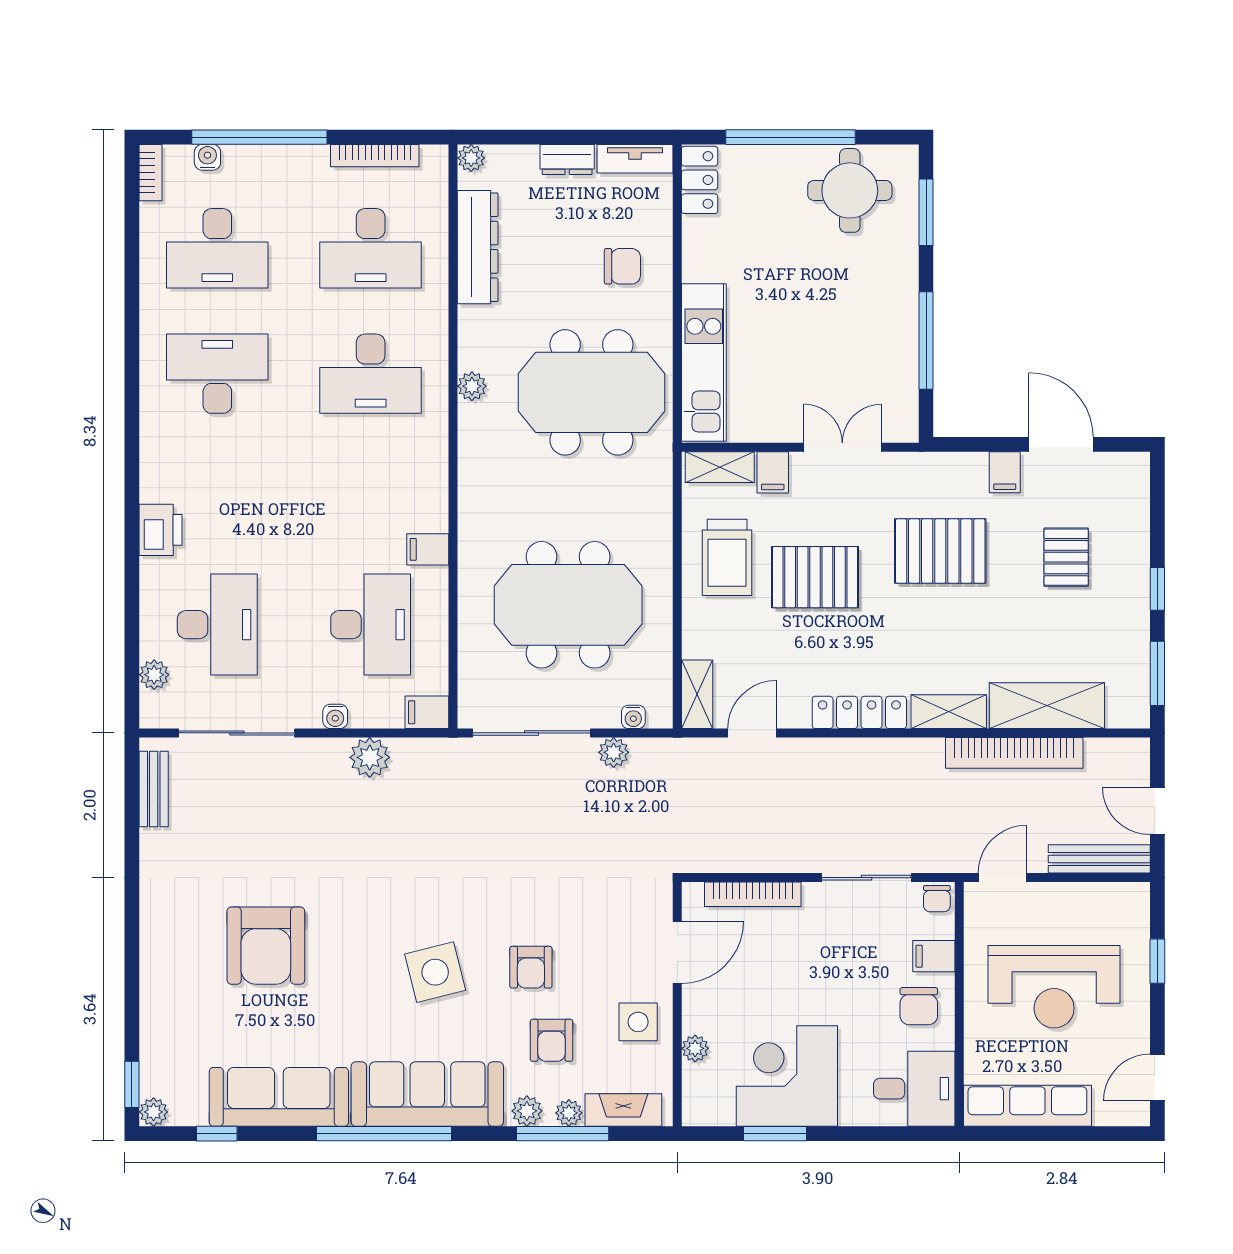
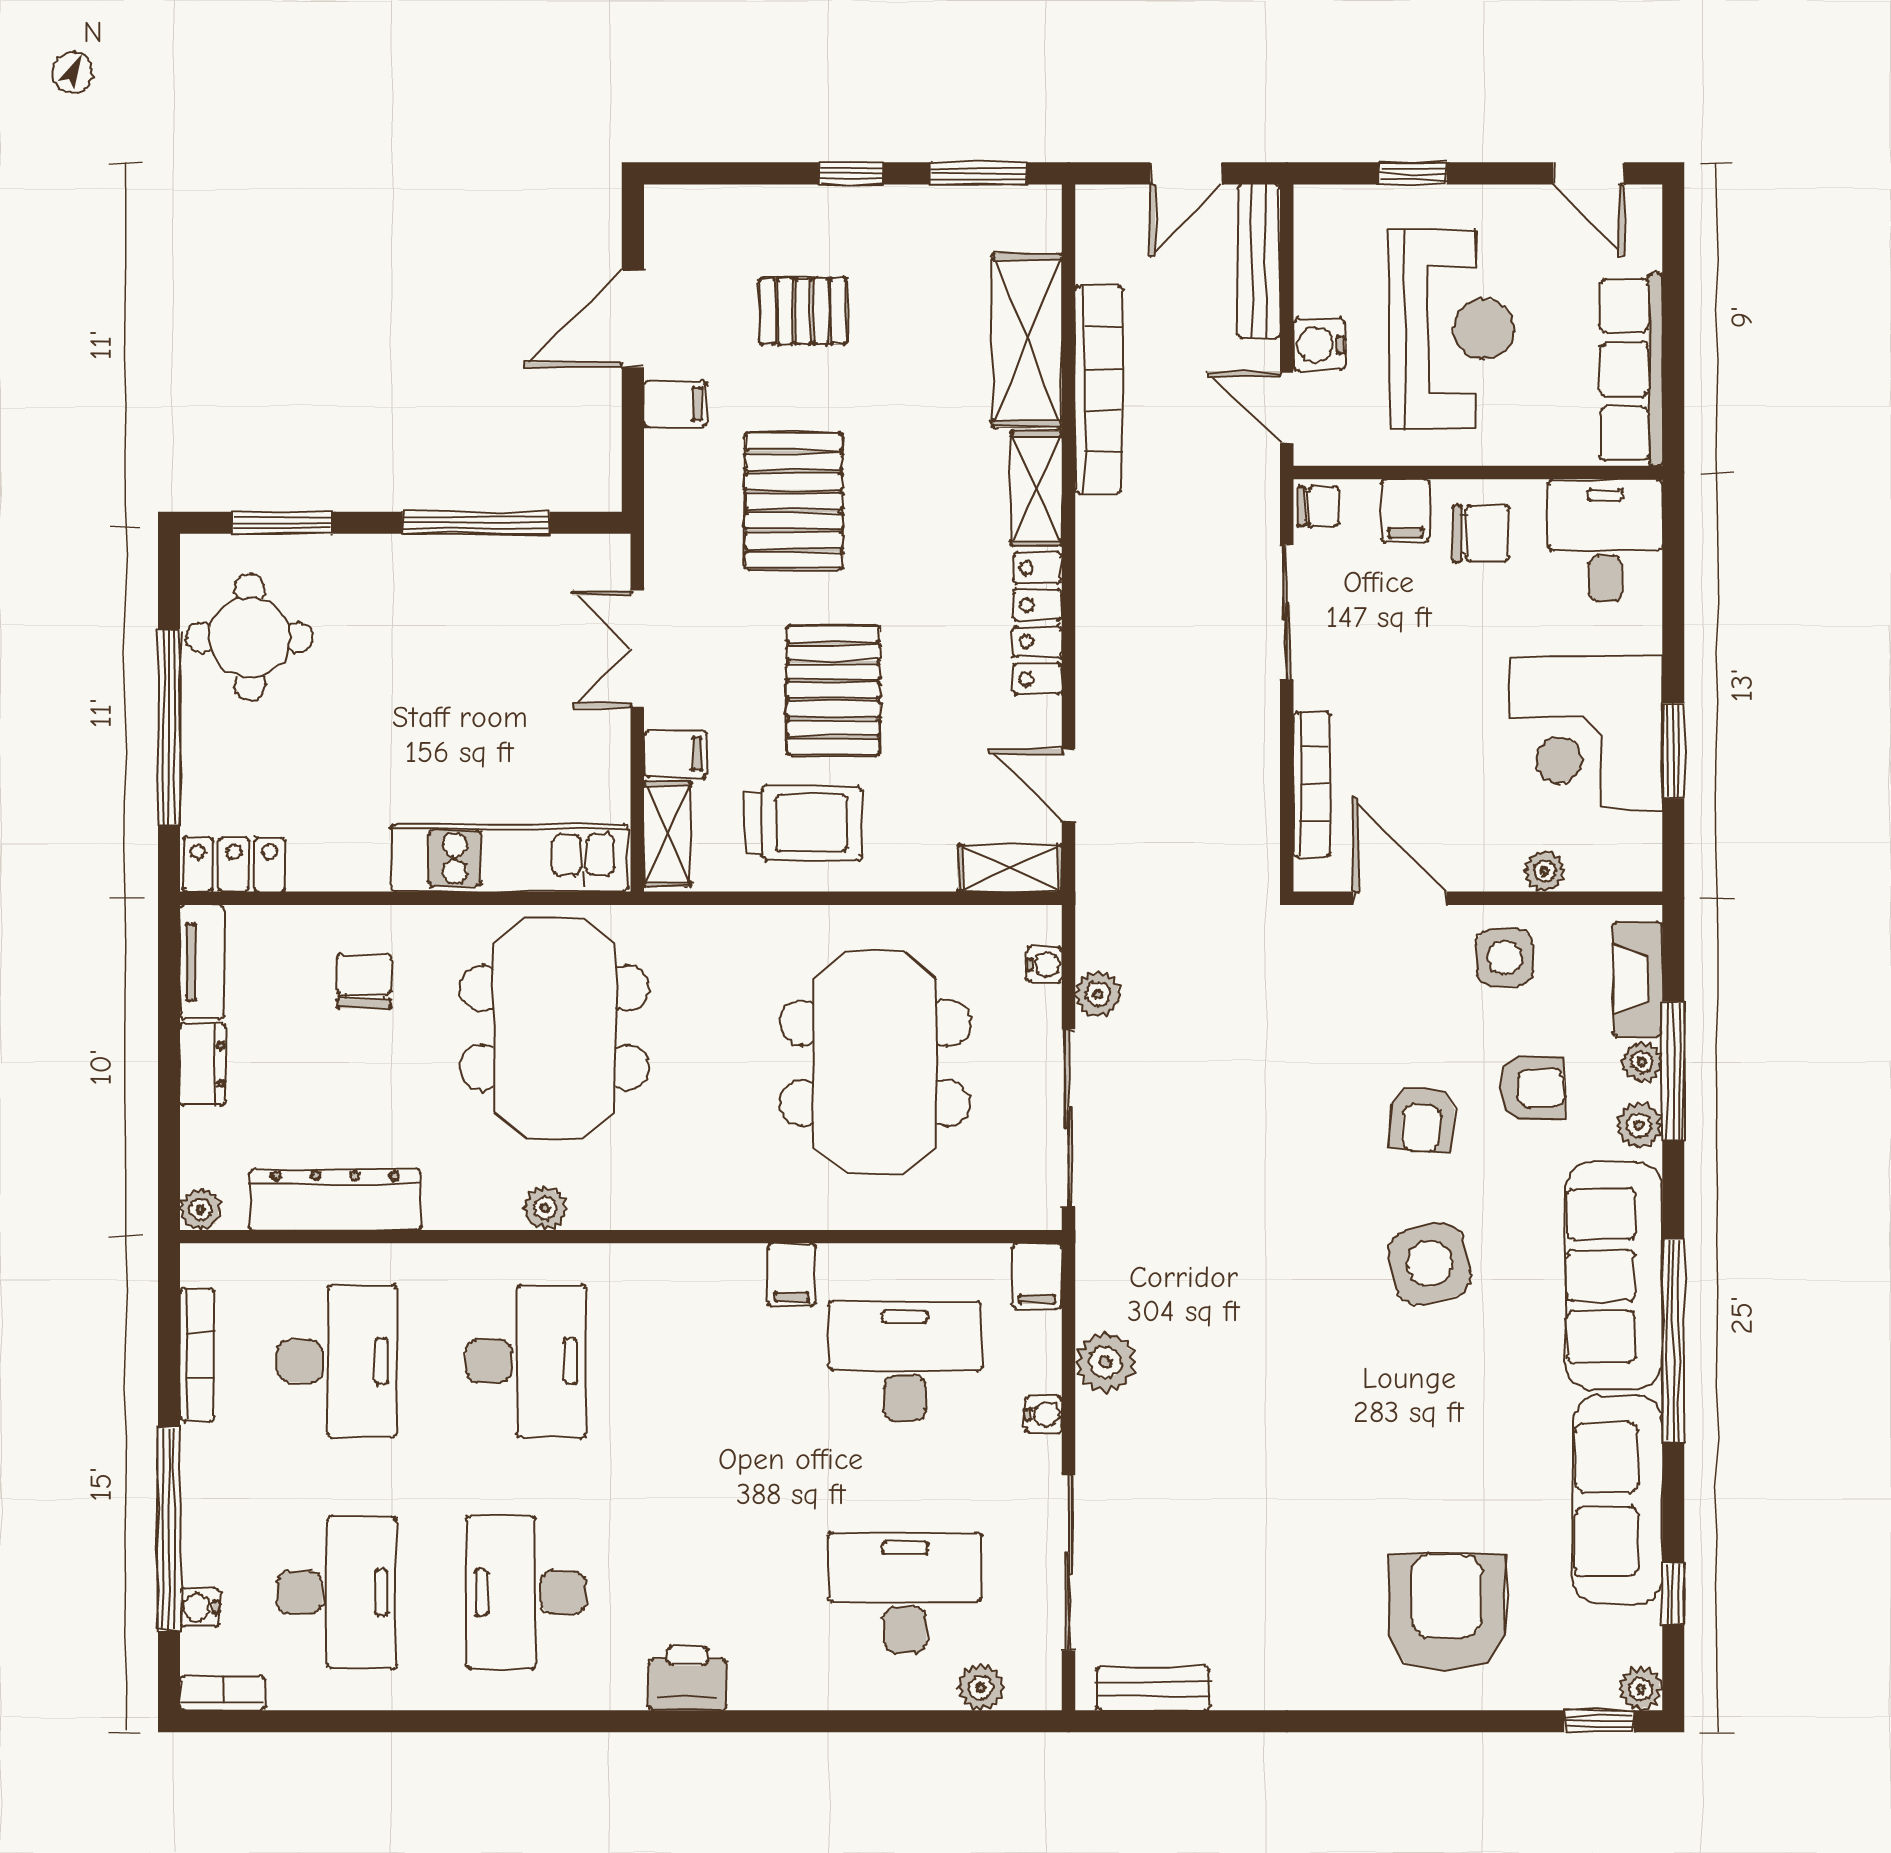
printer: (160, 530) -> (688, 1678), moved
water cooler: (1044, 899) -> (1319, 345), added
armchair: (266, 946) -> (1447, 1612), moved, turned -90
armchair: (531, 967) -> (1422, 1119), turned 95

